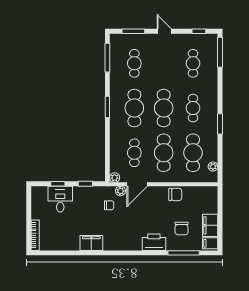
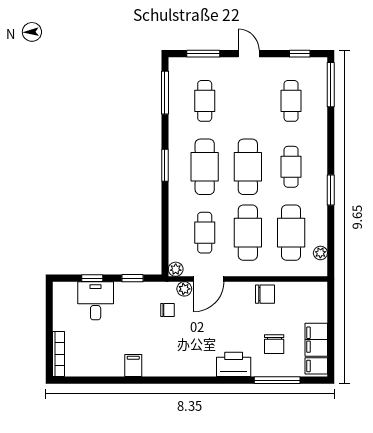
filing cabinet: (91, 243) -> (133, 366), width x0.50

